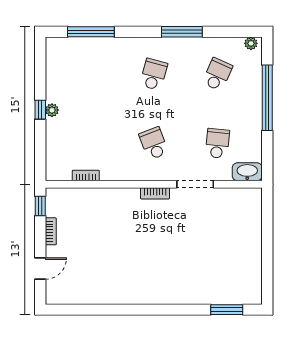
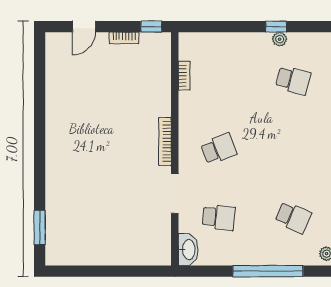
school desk: (154, 74) -> (293, 80), moved
window: (40, 110) -> (276, 27), moved
plant: (52, 110) -> (280, 39), moved
bookcase: (155, 193) -> (165, 142), width x1.56
door: (40, 269) -> (84, 27), hinge flipped

